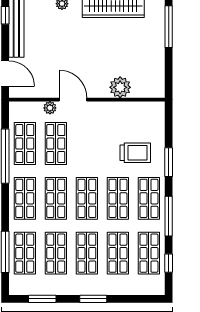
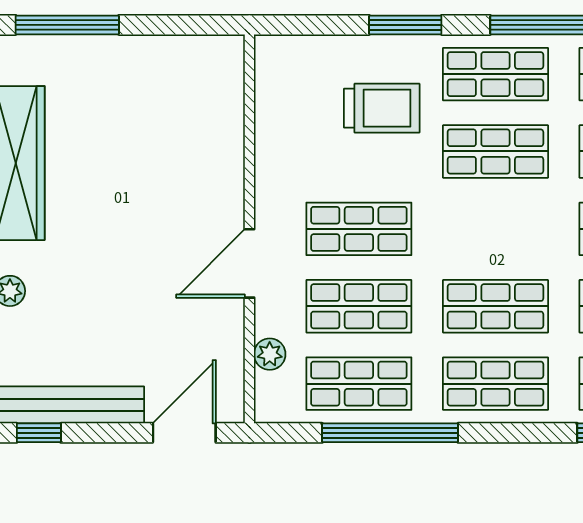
plant: (120, 87) -> (218, 146), removed
plant: (50, 108) -> (270, 354), moved
trolley: (135, 153) -> (382, 108), turned 90
shop shelf: (87, 198) -> (359, 229), moved

